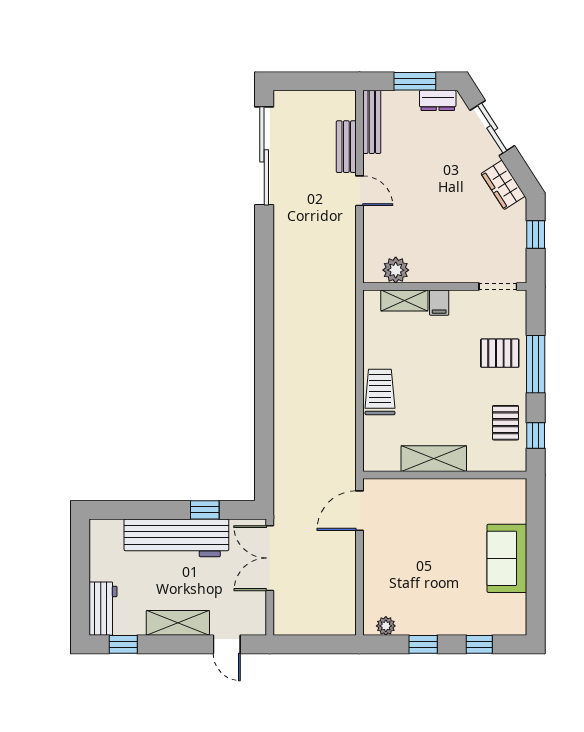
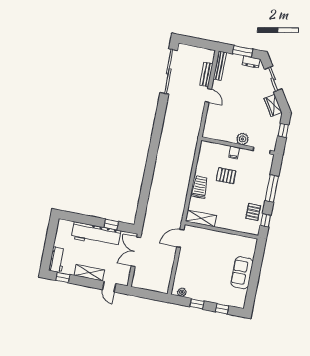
plant: (396, 270) -> (242, 139), moved
shelving: (404, 301) -> (219, 148), removed
pallet: (500, 353) -> (226, 176), moved
shelving: (434, 459) -> (201, 218), moved

